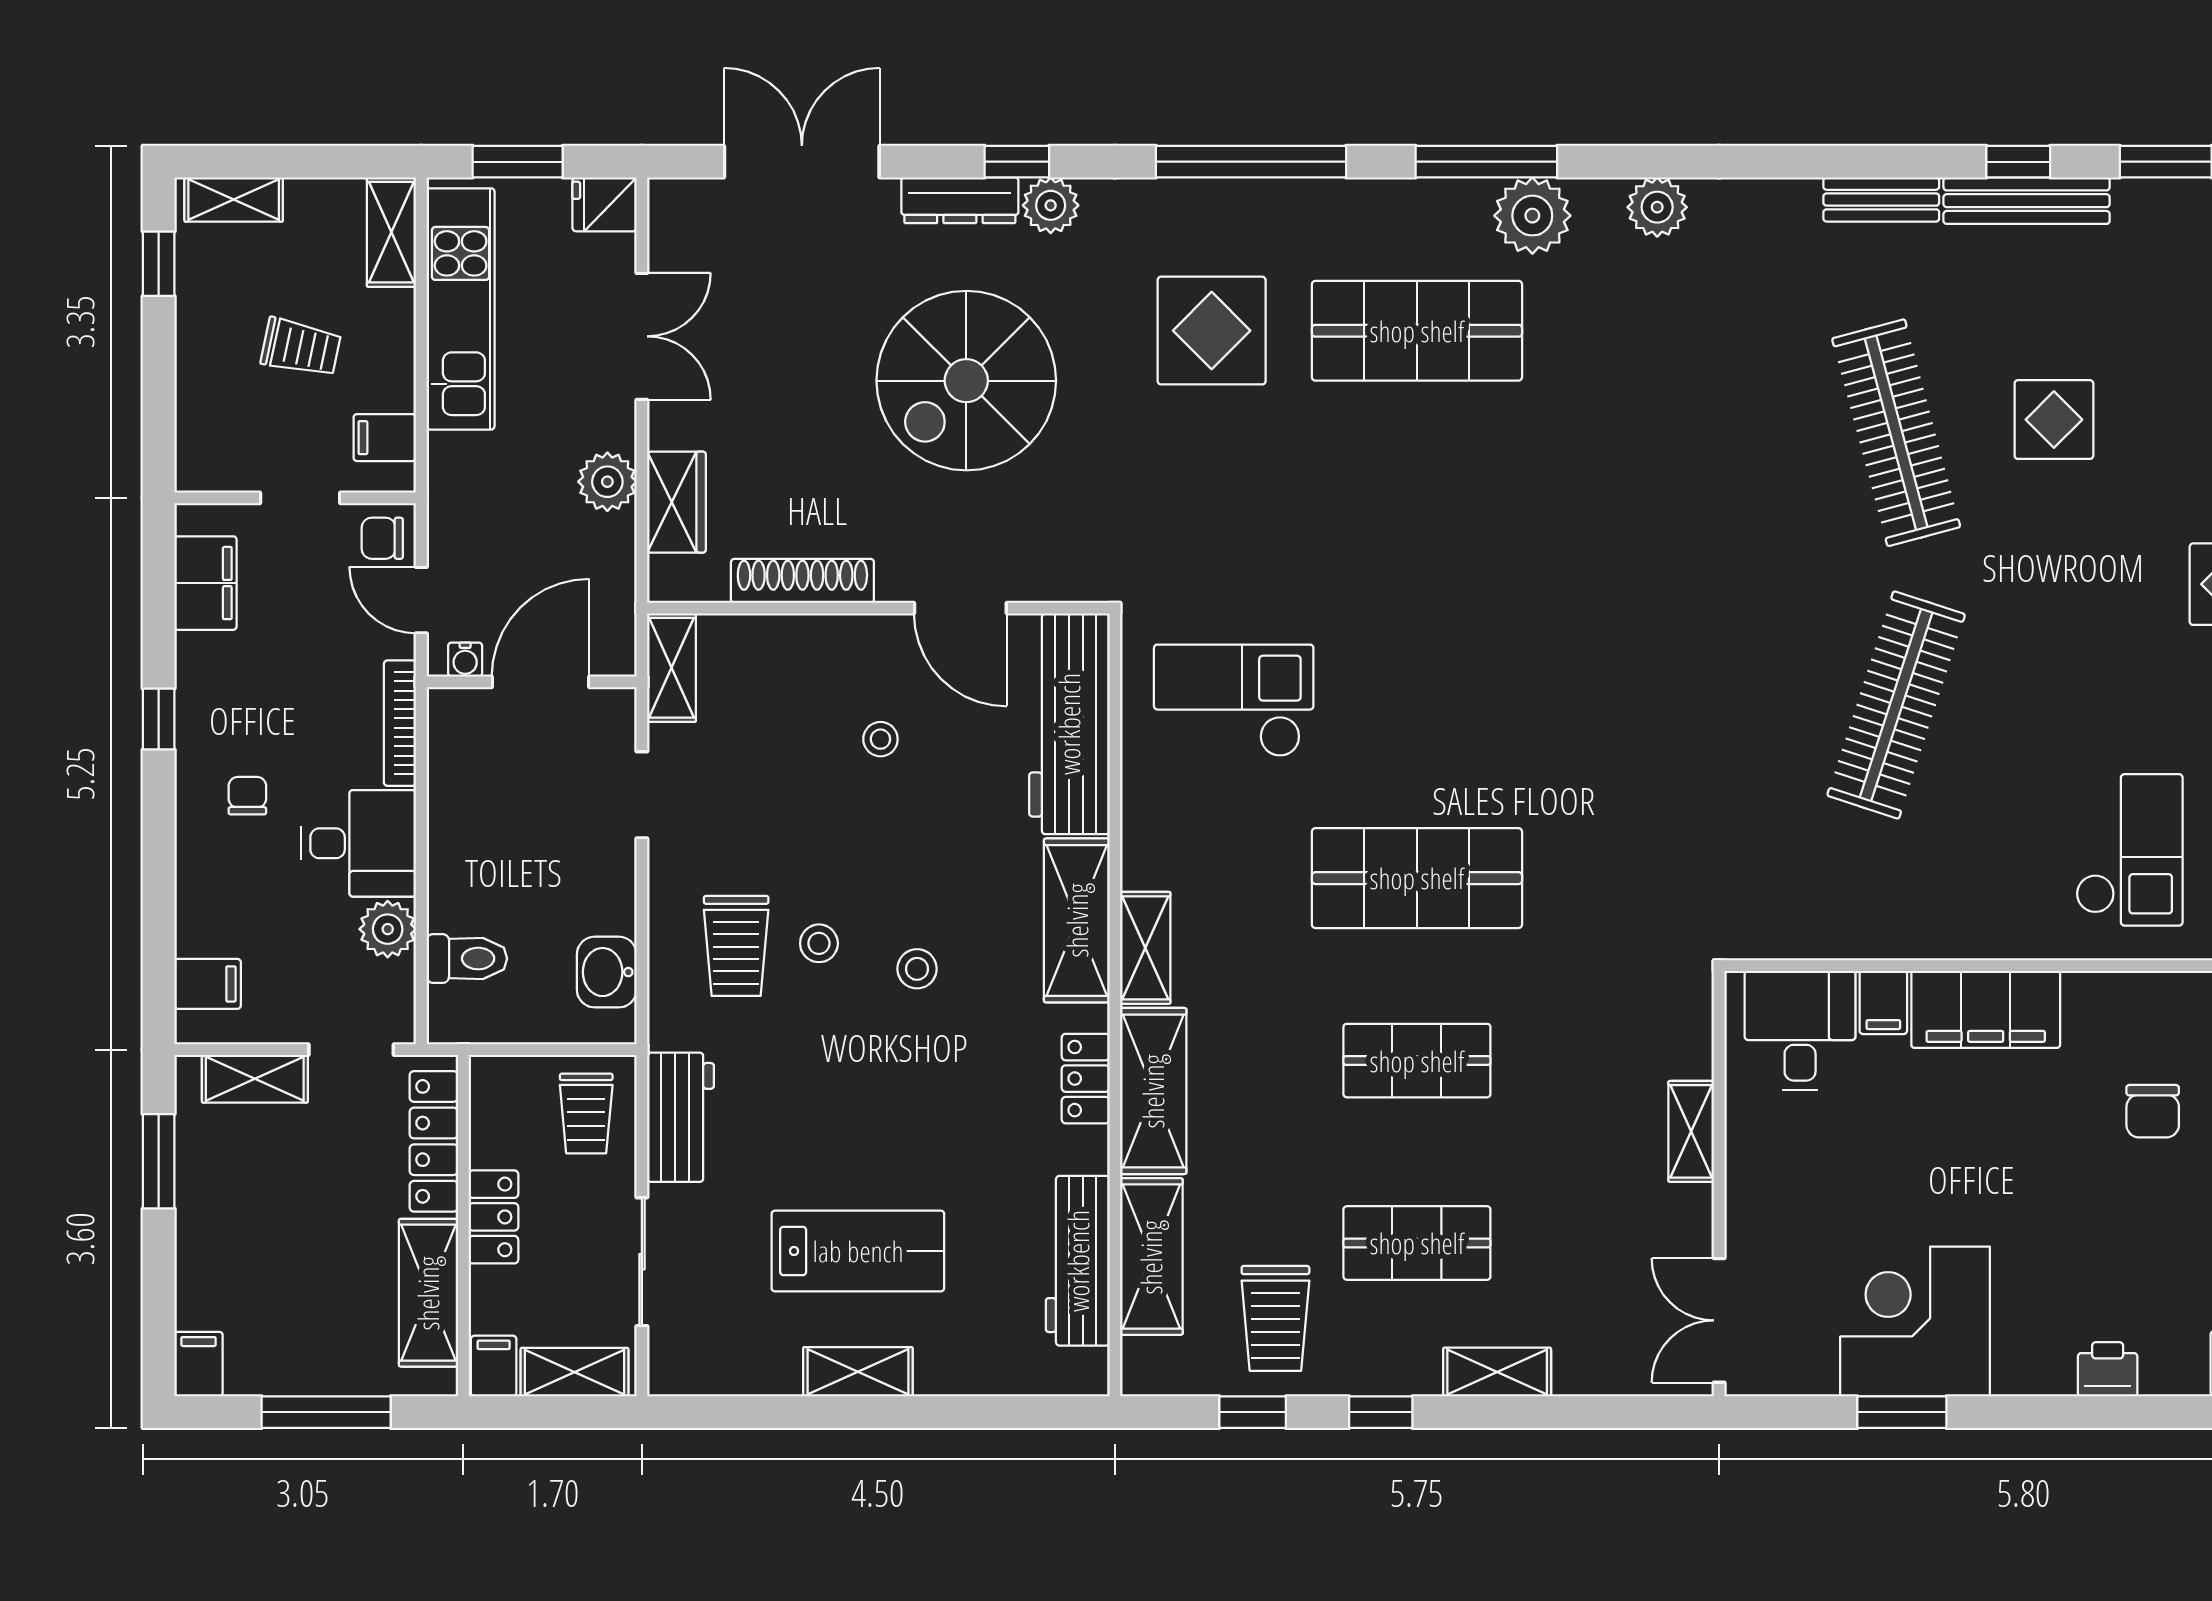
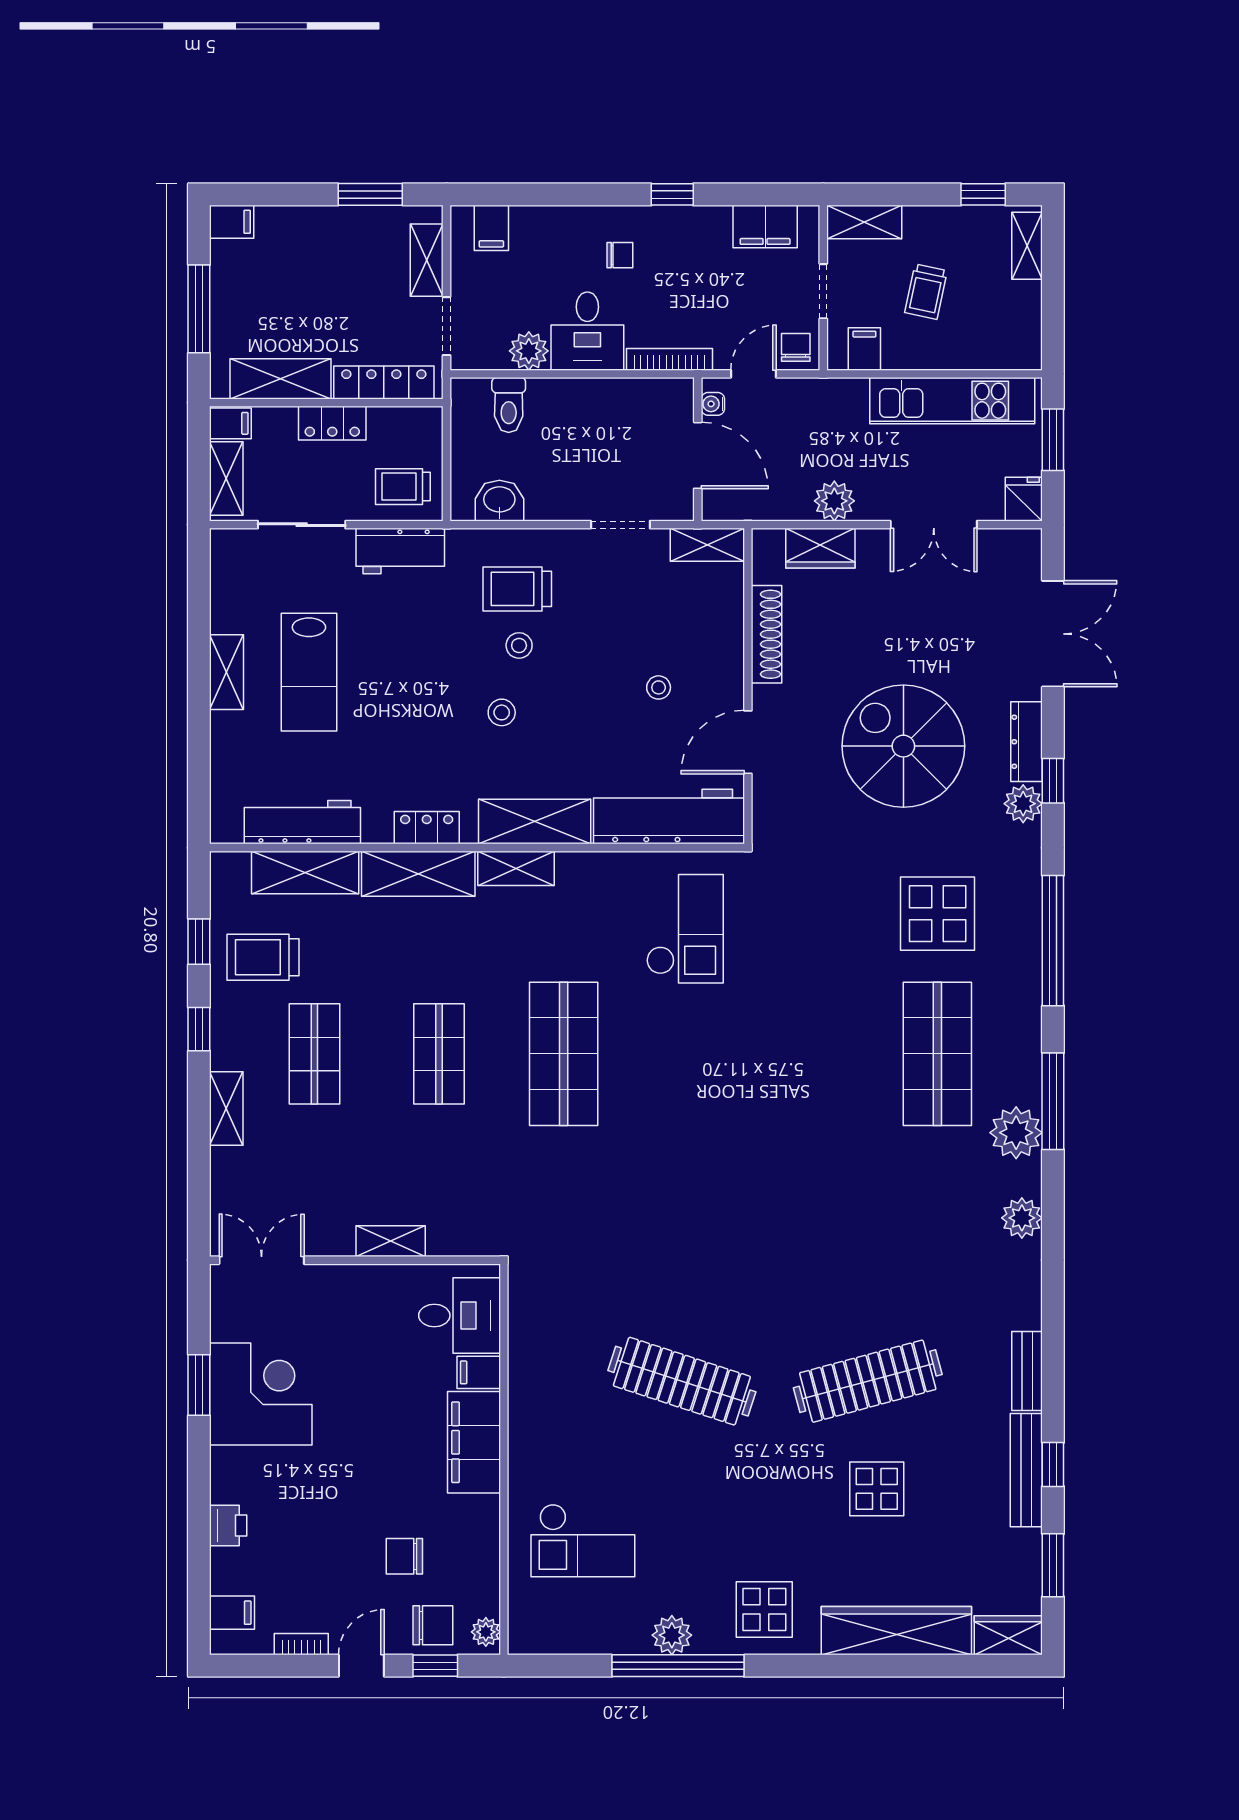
shelving: (391, 232) -> (864, 222), moved

